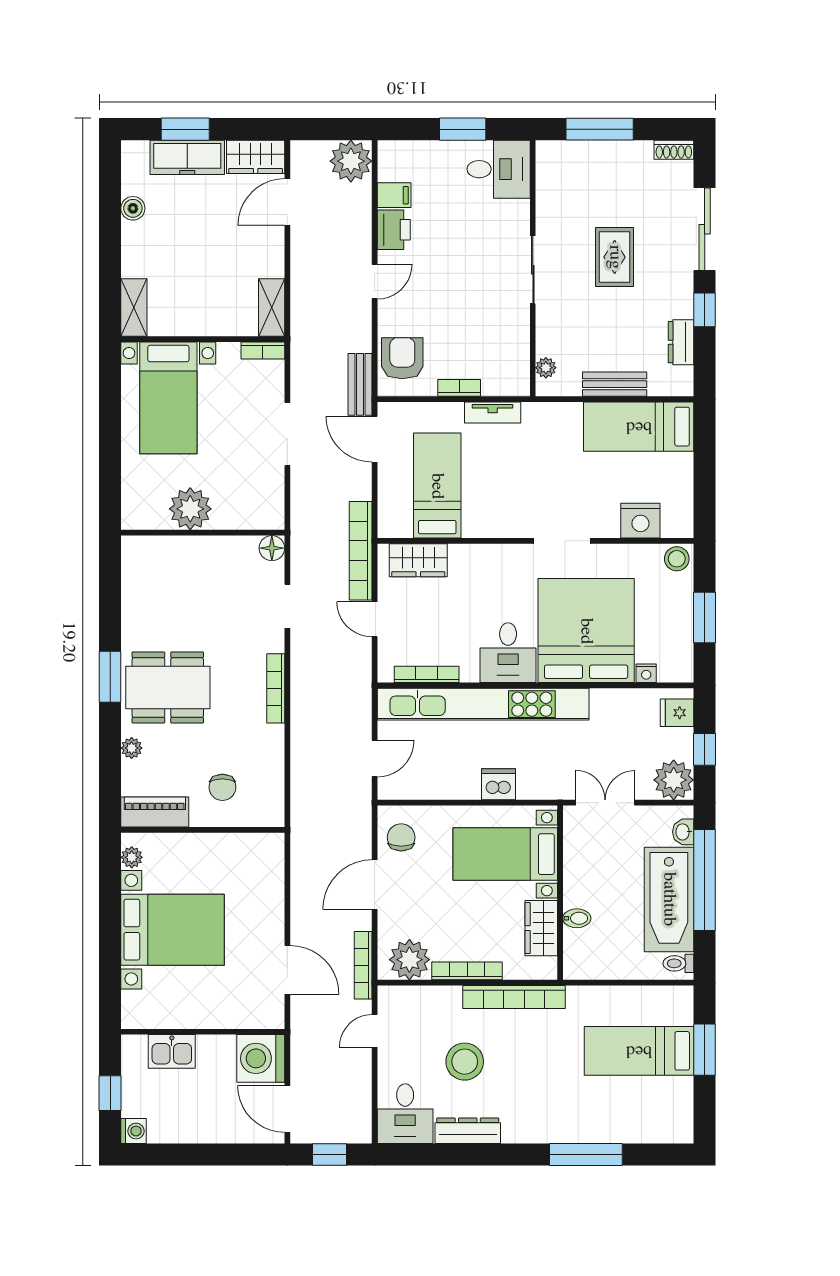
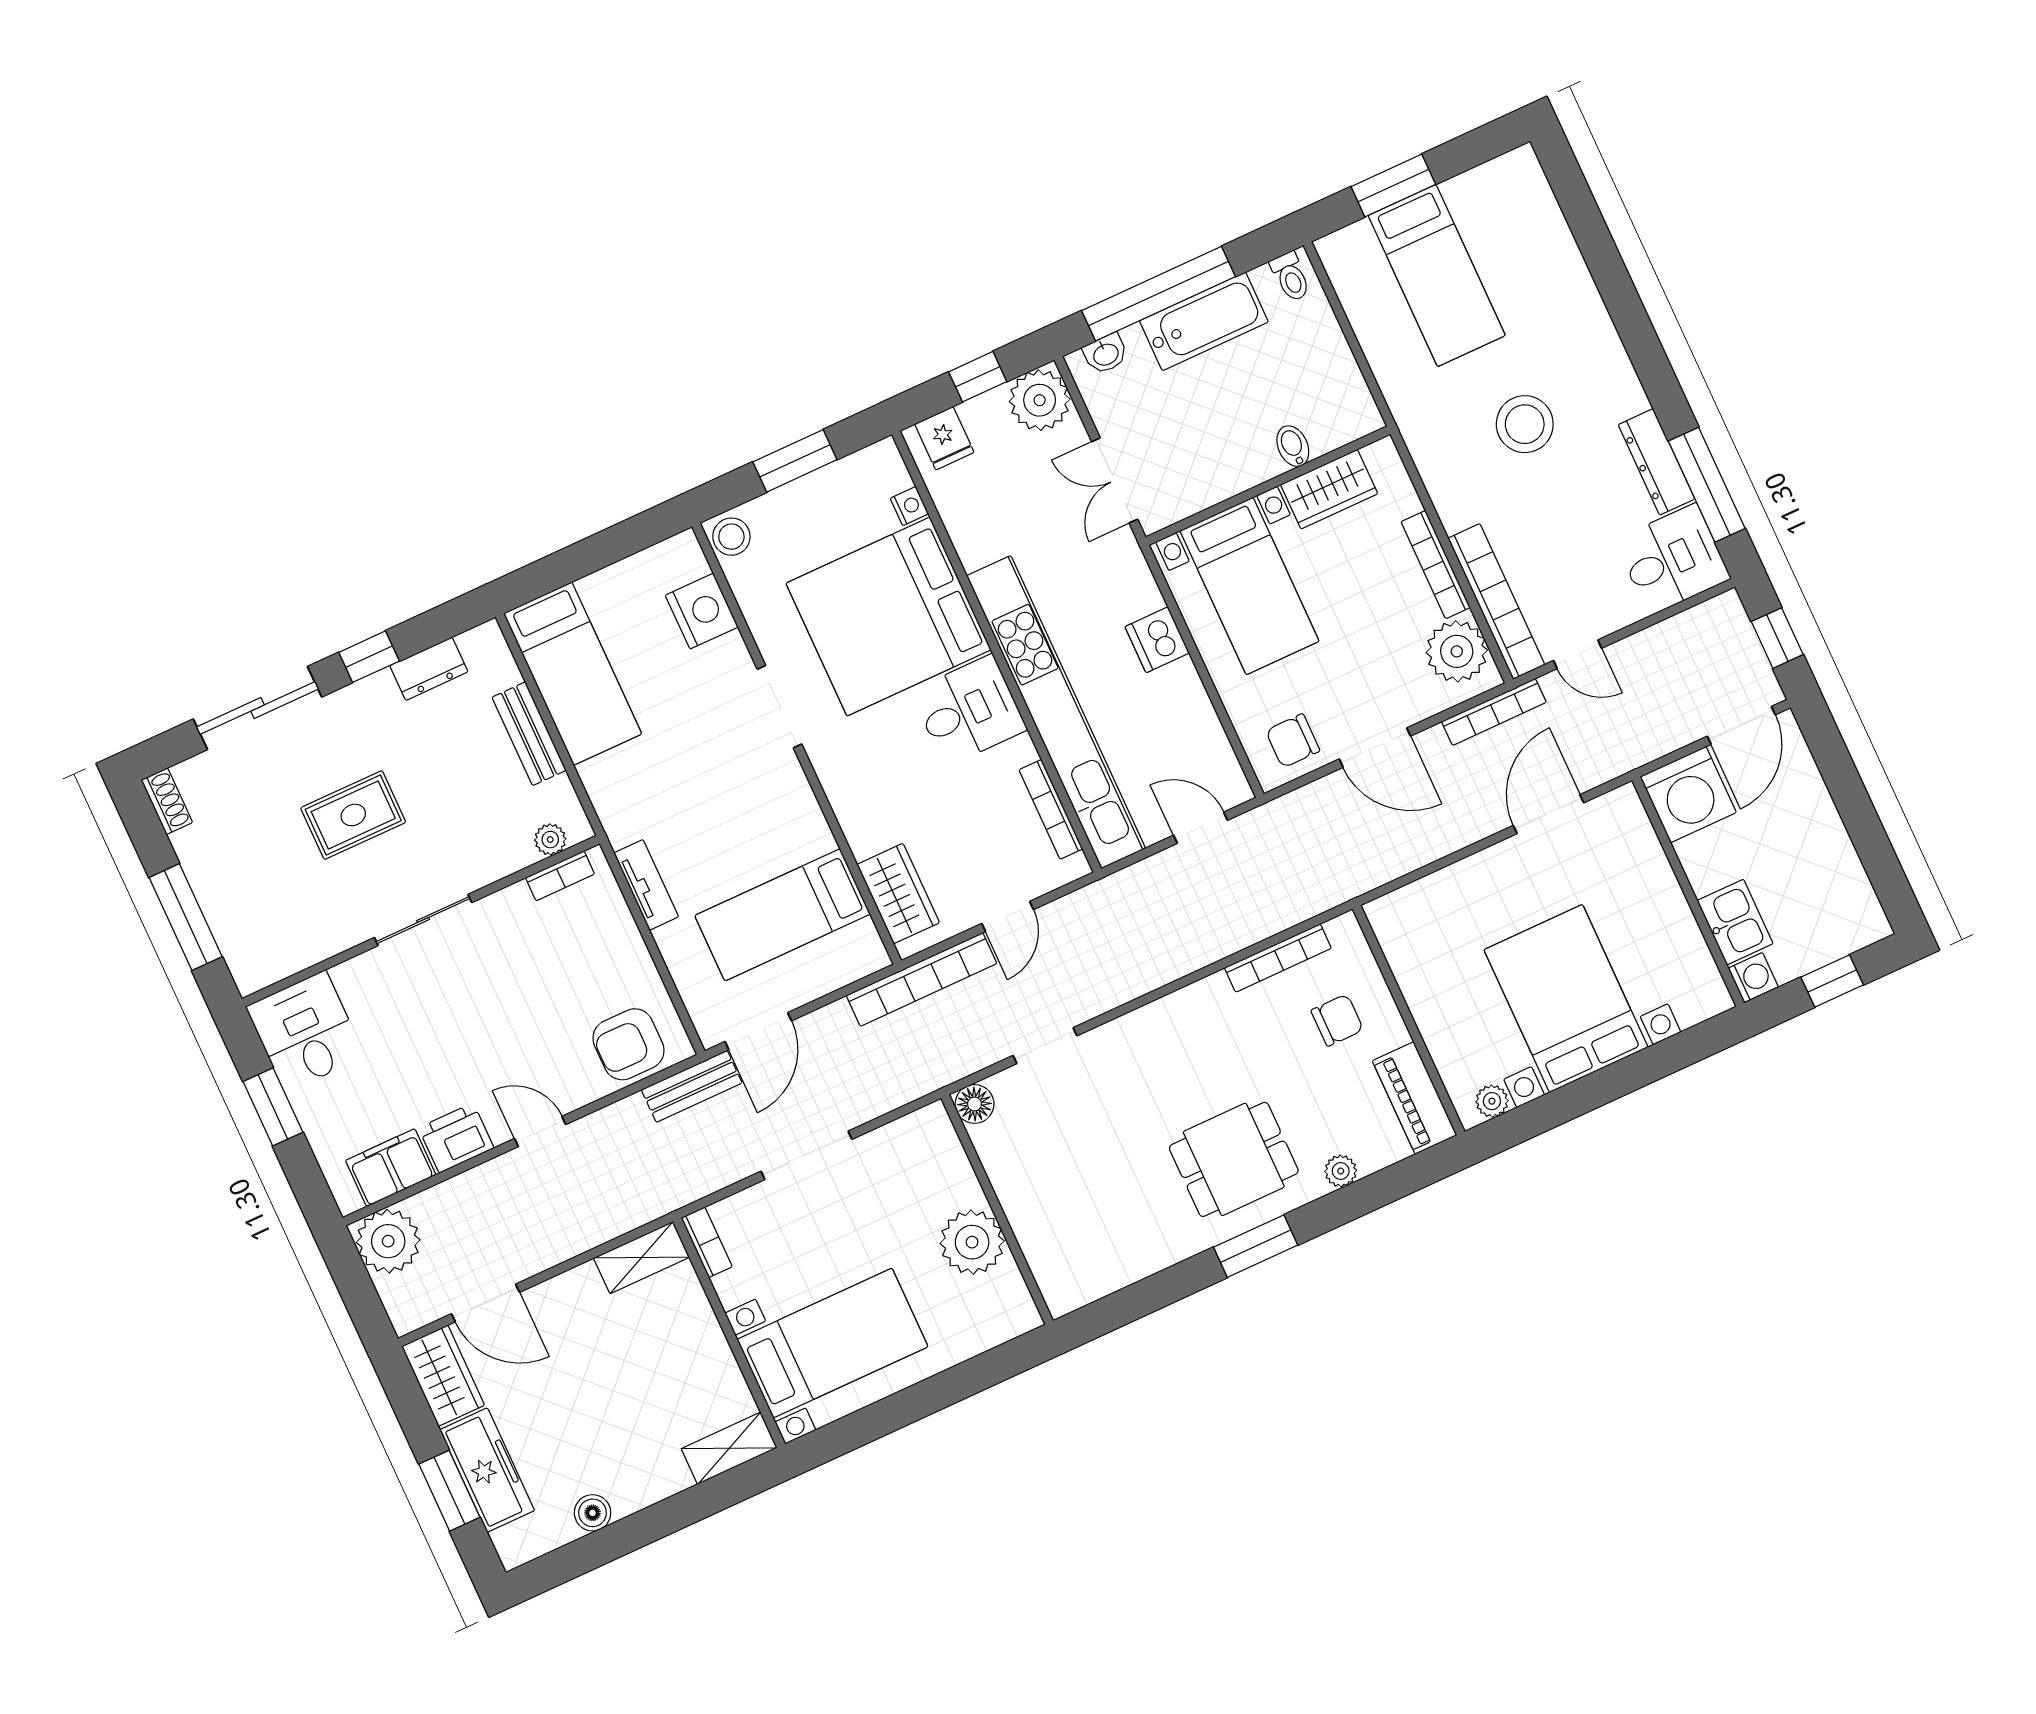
filing cabinet: (394, 195) -> (391, 1168), width x2.00
bookcase: (459, 388) -> (560, 876), moved, turned -90
dining table: (168, 687) -> (1234, 1159), width x0.73
bookcase: (276, 688) -> (1278, 958), moved
bathtub: (669, 899) -> (1204, 321), width x0.73, depth x0.73
bookcase: (514, 997) -> (1496, 601), moved
stool: (465, 1062) -> (1525, 424), moved
washing machine: (134, 1131) -> (1753, 978), moved, turned 90
window: (586, 1154) -> (1707, 485), moved

